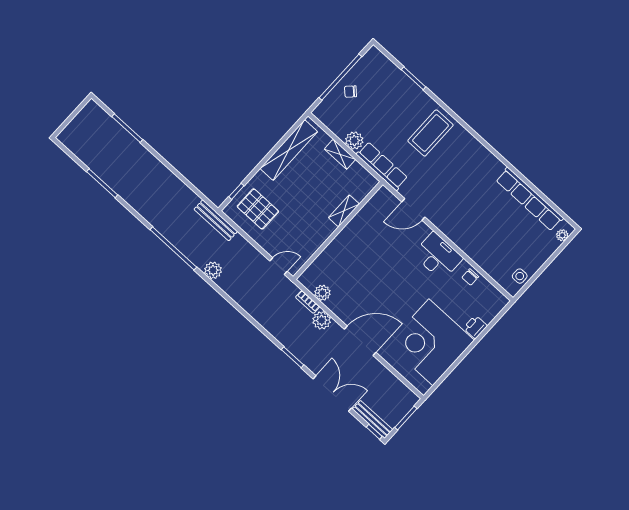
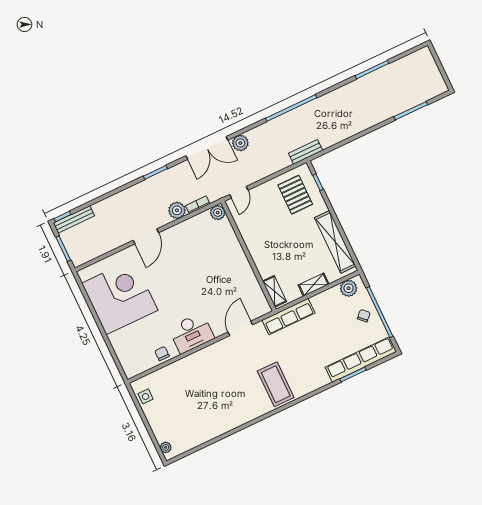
coffee table: (430, 133) -> (276, 384), moved
plant: (354, 141) -> (349, 288), moved
row of seats: (530, 199) -> (361, 360), moved
pallet: (258, 209) -> (295, 195), turned 90
shelving: (344, 211) -> (274, 291), moved
bench: (216, 220) -> (306, 152), width x0.73
plant: (213, 270) -> (240, 143), moved
plant: (322, 293) -> (218, 213), moved
printer: (475, 327) -> (117, 340), removed
door: (360, 341) -> (146, 236), width x0.73
double door: (332, 393) -> (207, 148), moved

